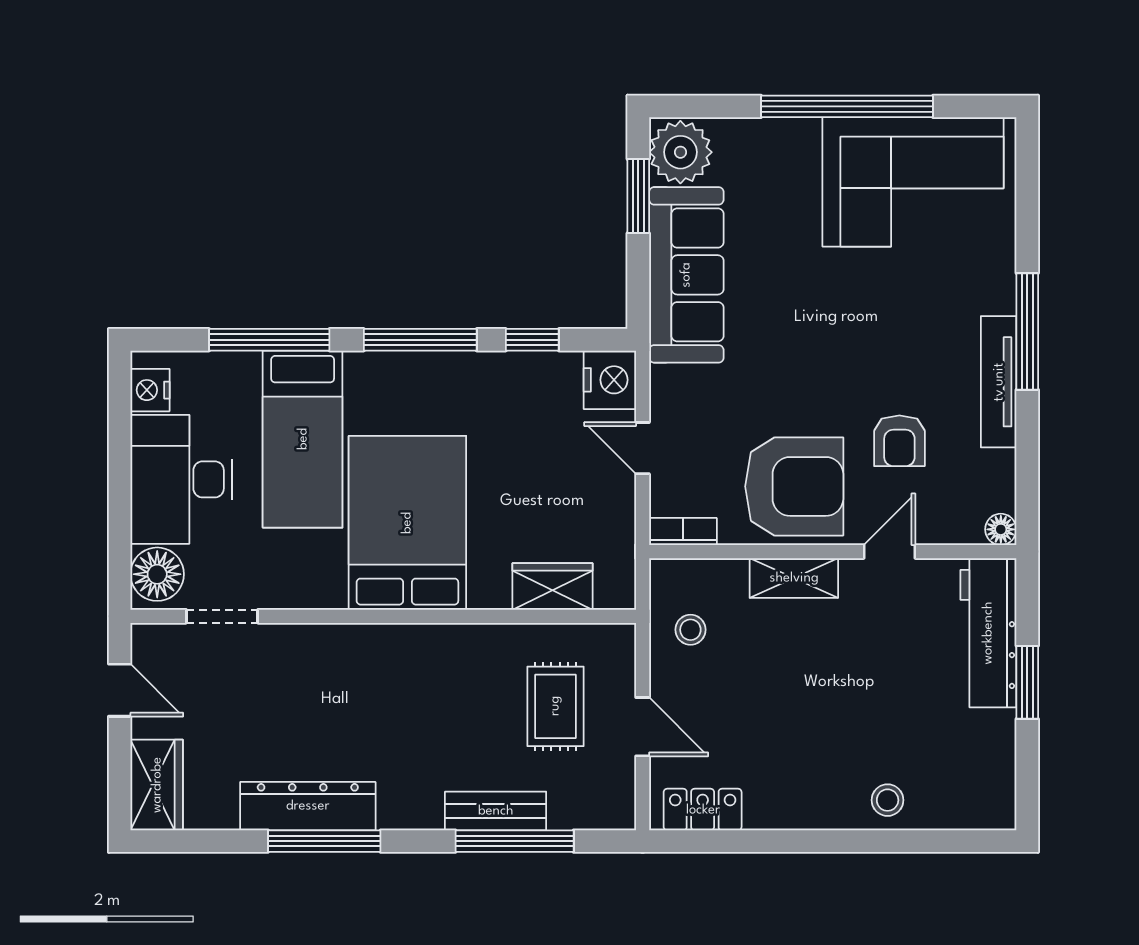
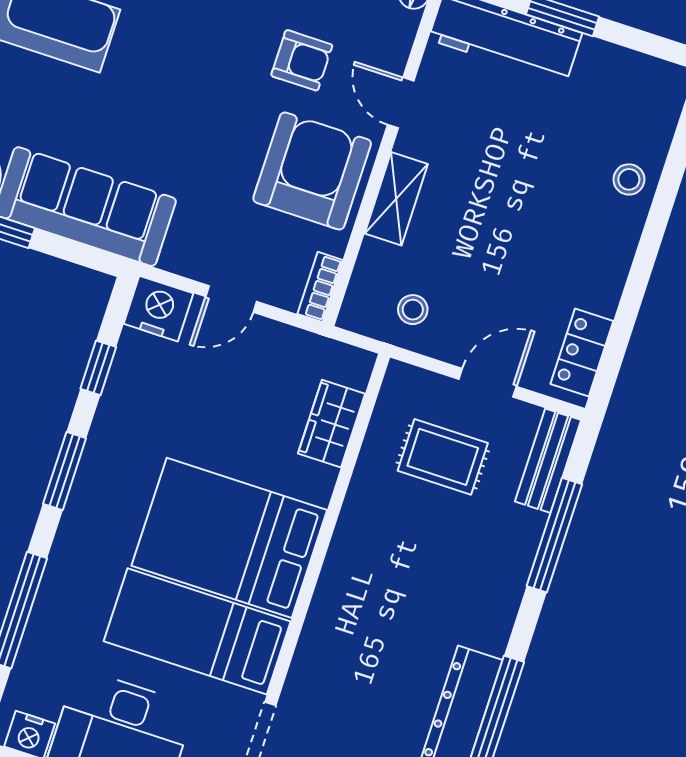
window: (420, 340) -> (65, 471), width x0.69
bed: (303, 439) -> (197, 631), moved, turned 180
bench: (496, 811) -> (548, 461), moved

